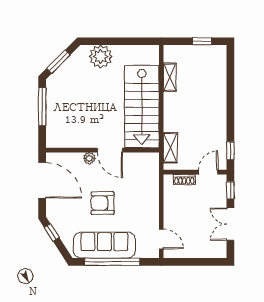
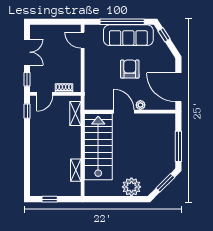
armchair: (103, 203) -> (130, 69), turned -90
window: (52, 232) -> (164, 35), moved

